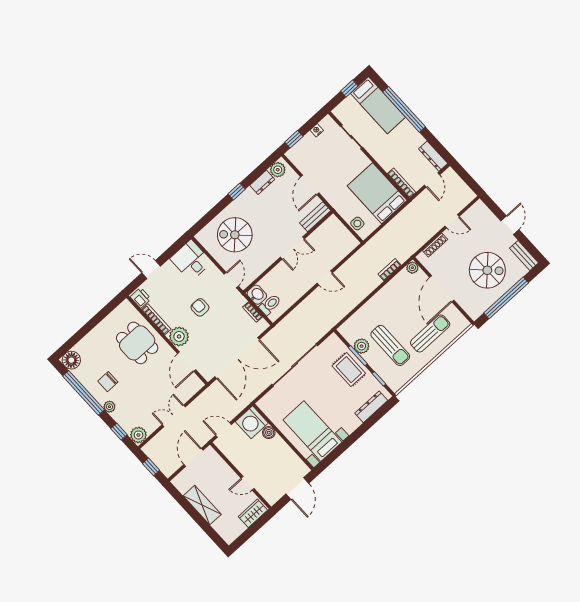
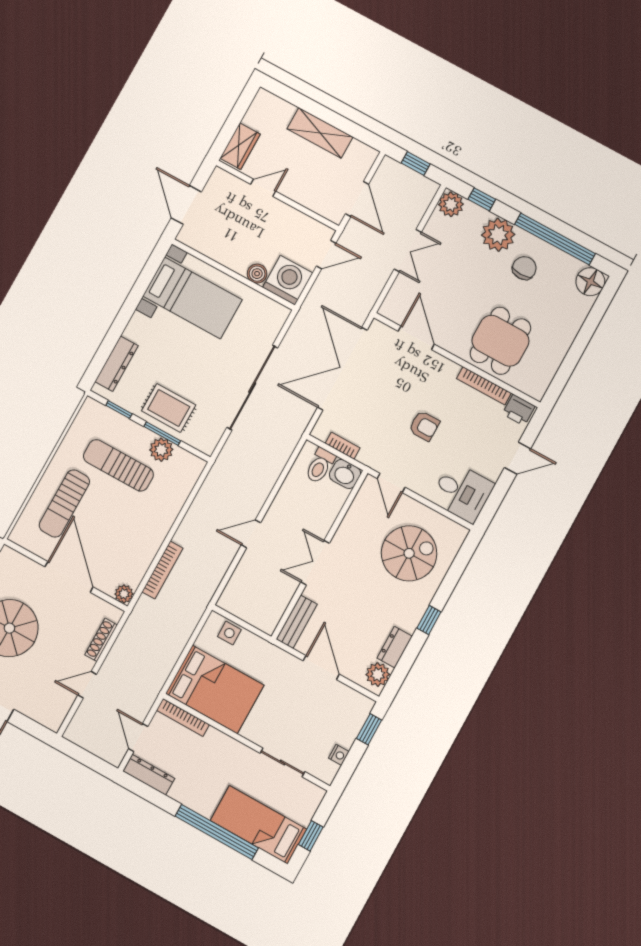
bookcase: (390, 270) -> (162, 570), width x1.56
plant: (179, 336) -> (441, 372), removed
dining table: (137, 343) -> (500, 341), turned 90
plant: (109, 407) -> (498, 235), width x1.88, depth x1.88

